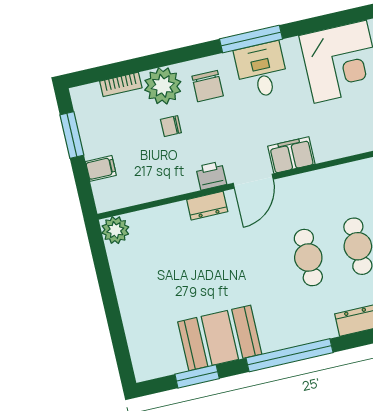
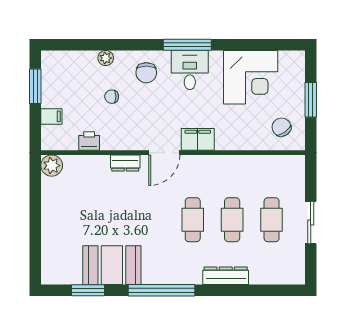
bookcase: (121, 84) -> (81, 56), removed
plant: (163, 86) -> (106, 58), width x0.53, depth x0.53
printer: (211, 176) -> (89, 141), moved

